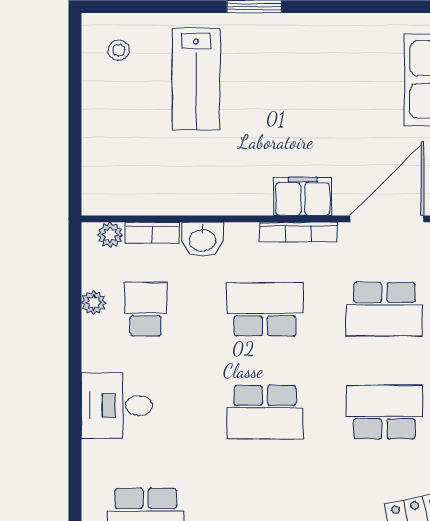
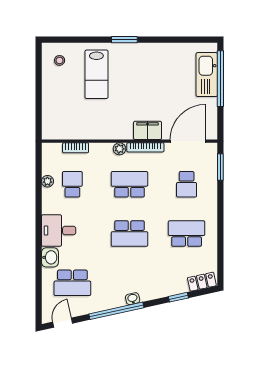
plant: (110, 235) -> (119, 149), moved
washbasin: (202, 239) -> (50, 257), moved, turned -90
school desk: (384, 309) -> (187, 184), width x0.54

